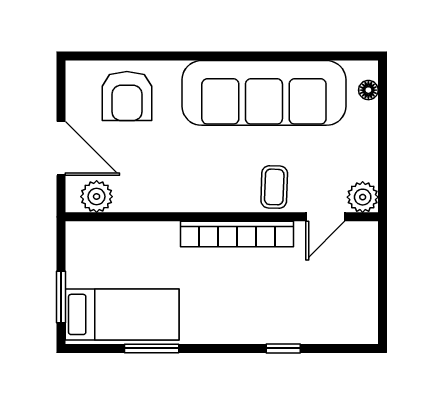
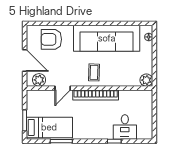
armchair: (127, 96) -> (51, 39), turned 90
coffee table: (274, 187) -> (94, 72), moved
door: (325, 217) -> (63, 88), moved
desk: (309, 313) -> (125, 127), added

